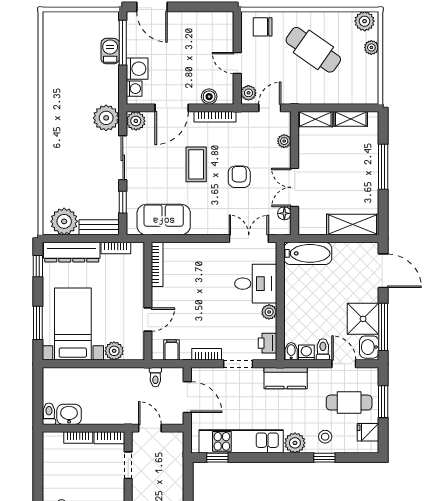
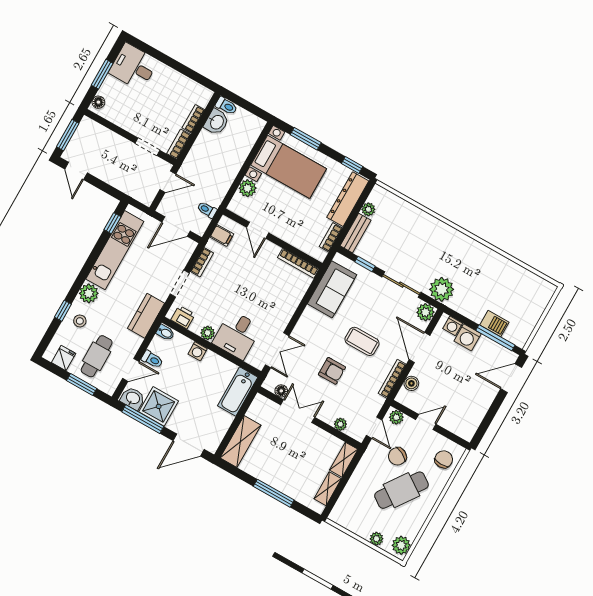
chair: (284, 71) -> (397, 456), added
plant: (64, 221) -> (368, 209), width x0.53, depth x0.53
washing machine: (306, 352) -> (198, 351), moved, turned 90

